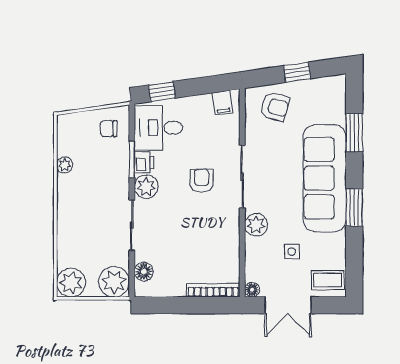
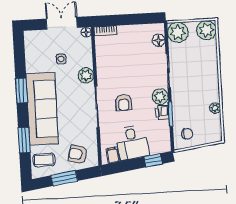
window: (297, 72) -> (64, 178), width x1.50
desk: (158, 128) -> (132, 143), moved, turned 82
coffee table: (328, 280) -> (44, 160), moved
bookcase: (213, 290) -> (105, 31), width x0.64

